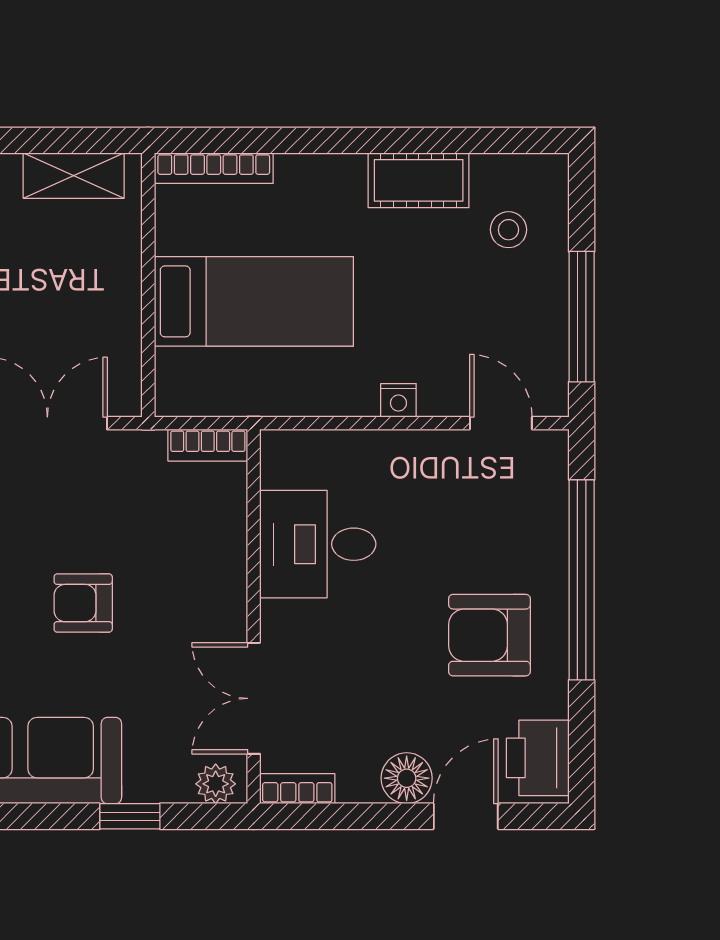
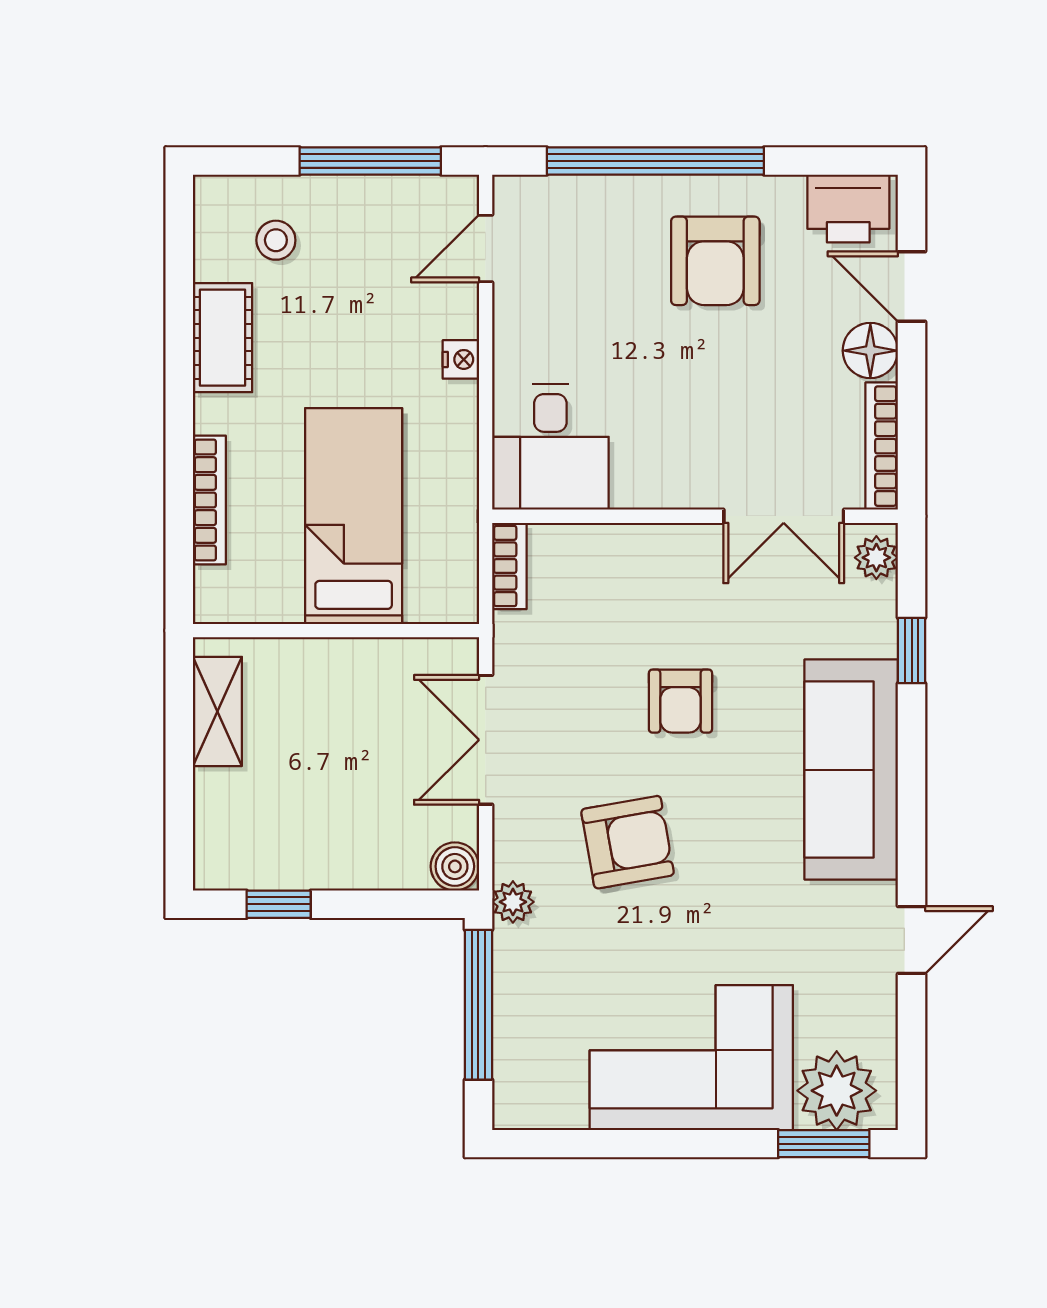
bookcase: (214, 168) -> (209, 500), moved
desk: (318, 544) -> (550, 447), moved
bookcase: (297, 789) -> (882, 446), width x1.56

